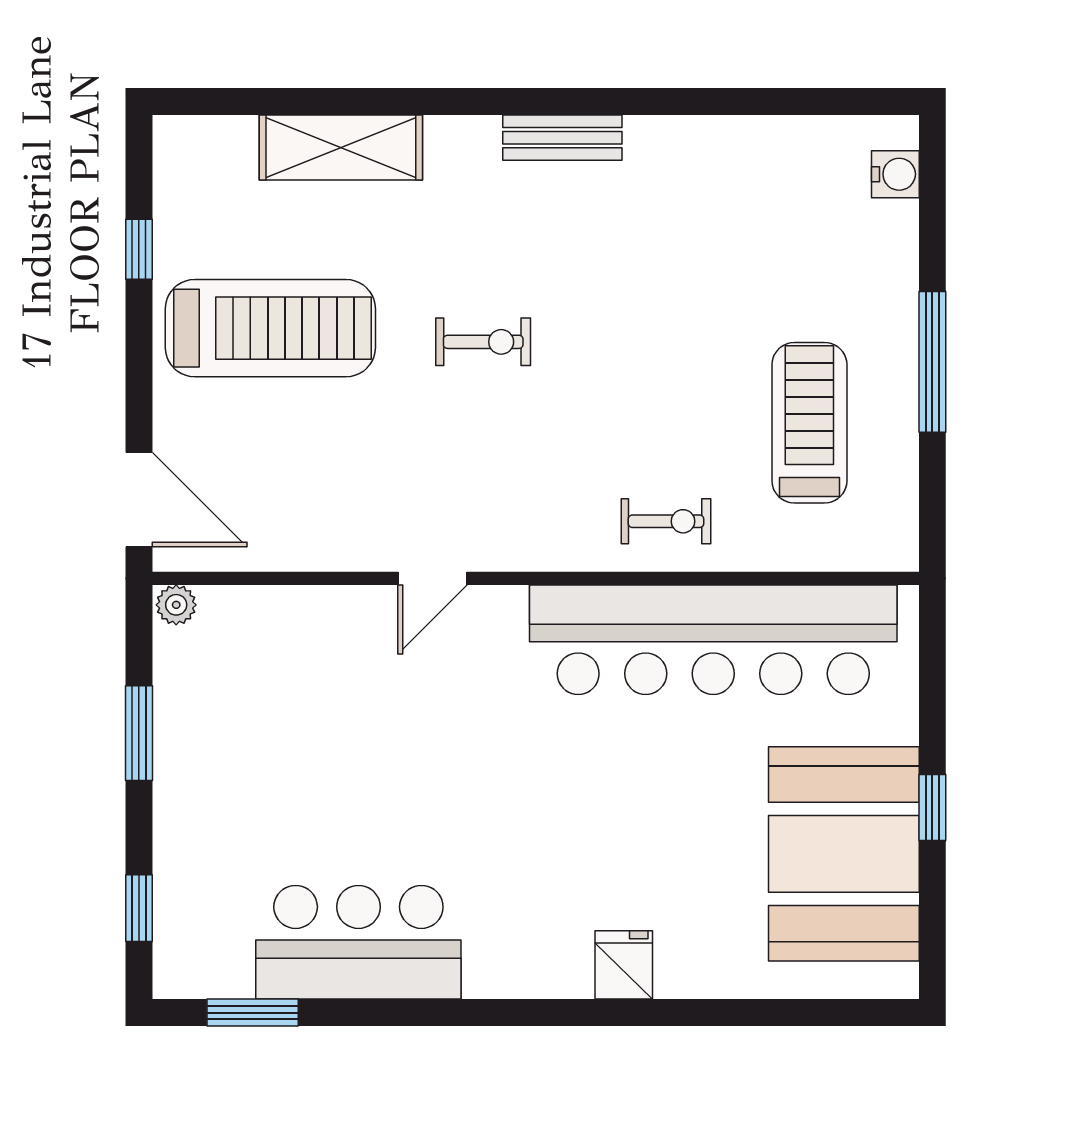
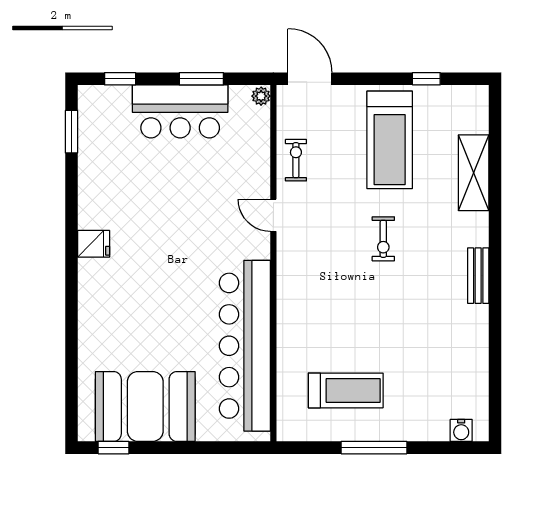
door: (139, 500) -> (310, 79), swing flipped
exercise bike: (666, 521) -> (296, 160), moved, turned 180
window: (932, 807) -> (114, 448), moved
bar counter: (358, 942) -> (180, 111), moved, turned 90
fridge: (624, 965) -> (94, 244), moved

